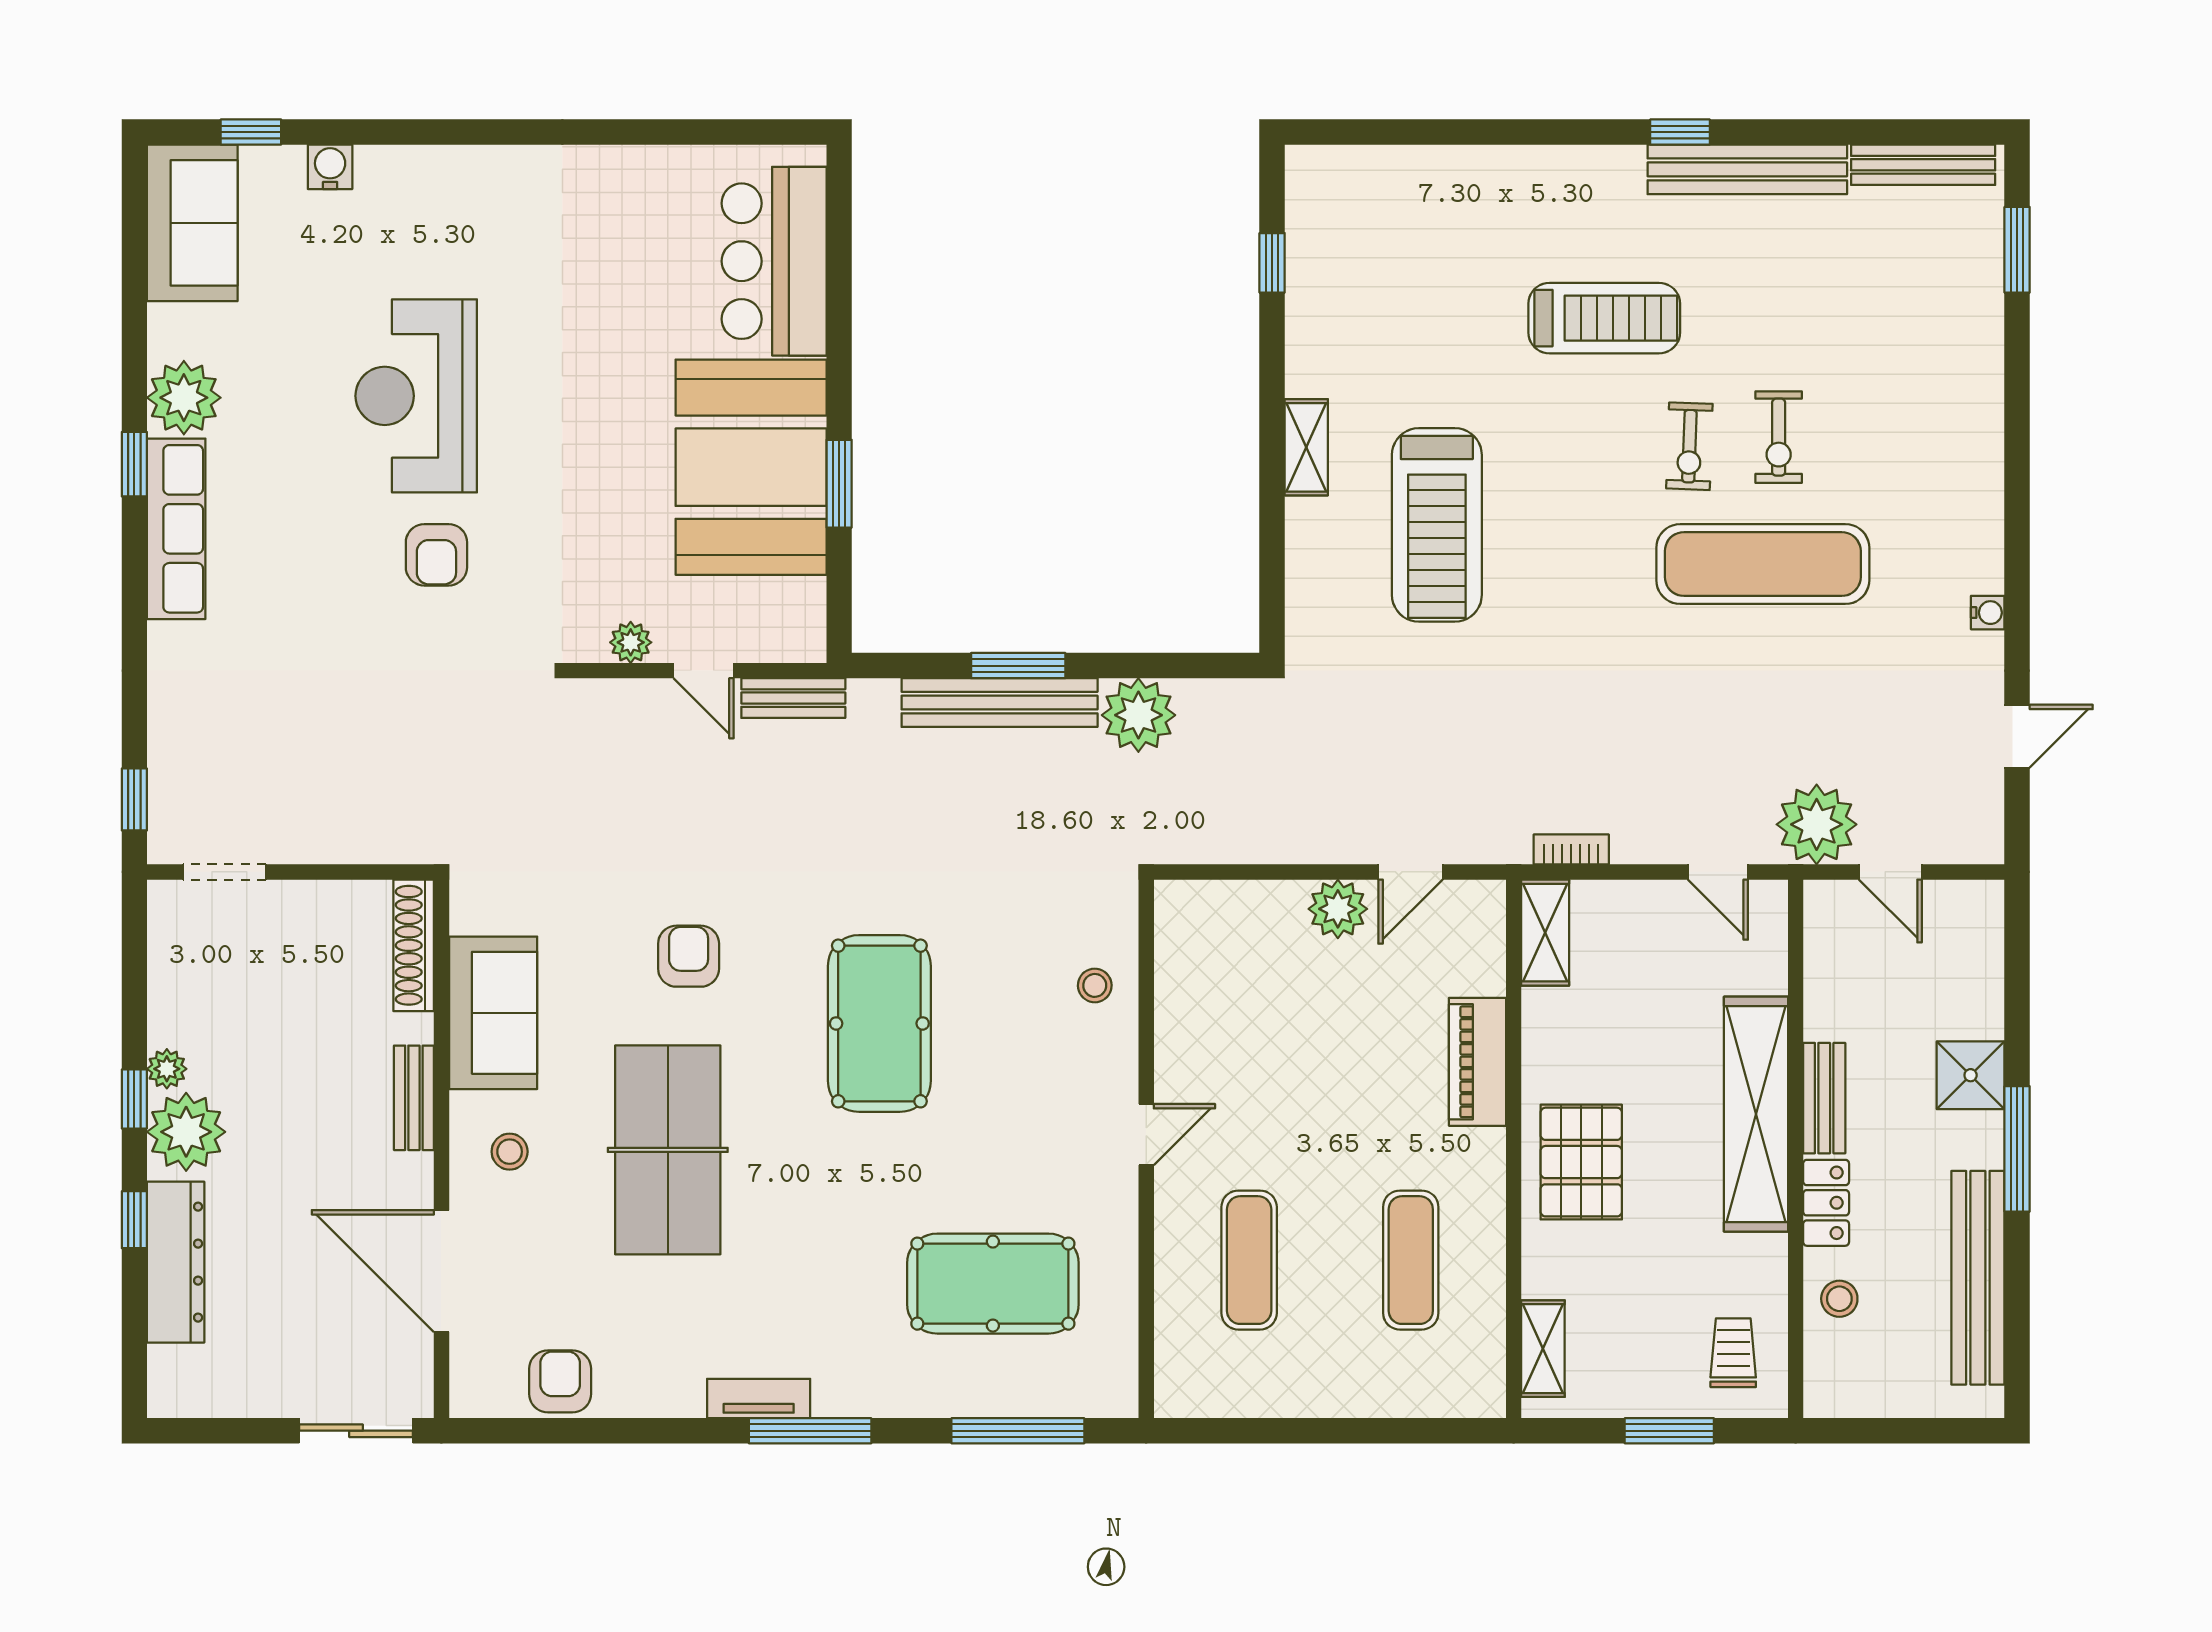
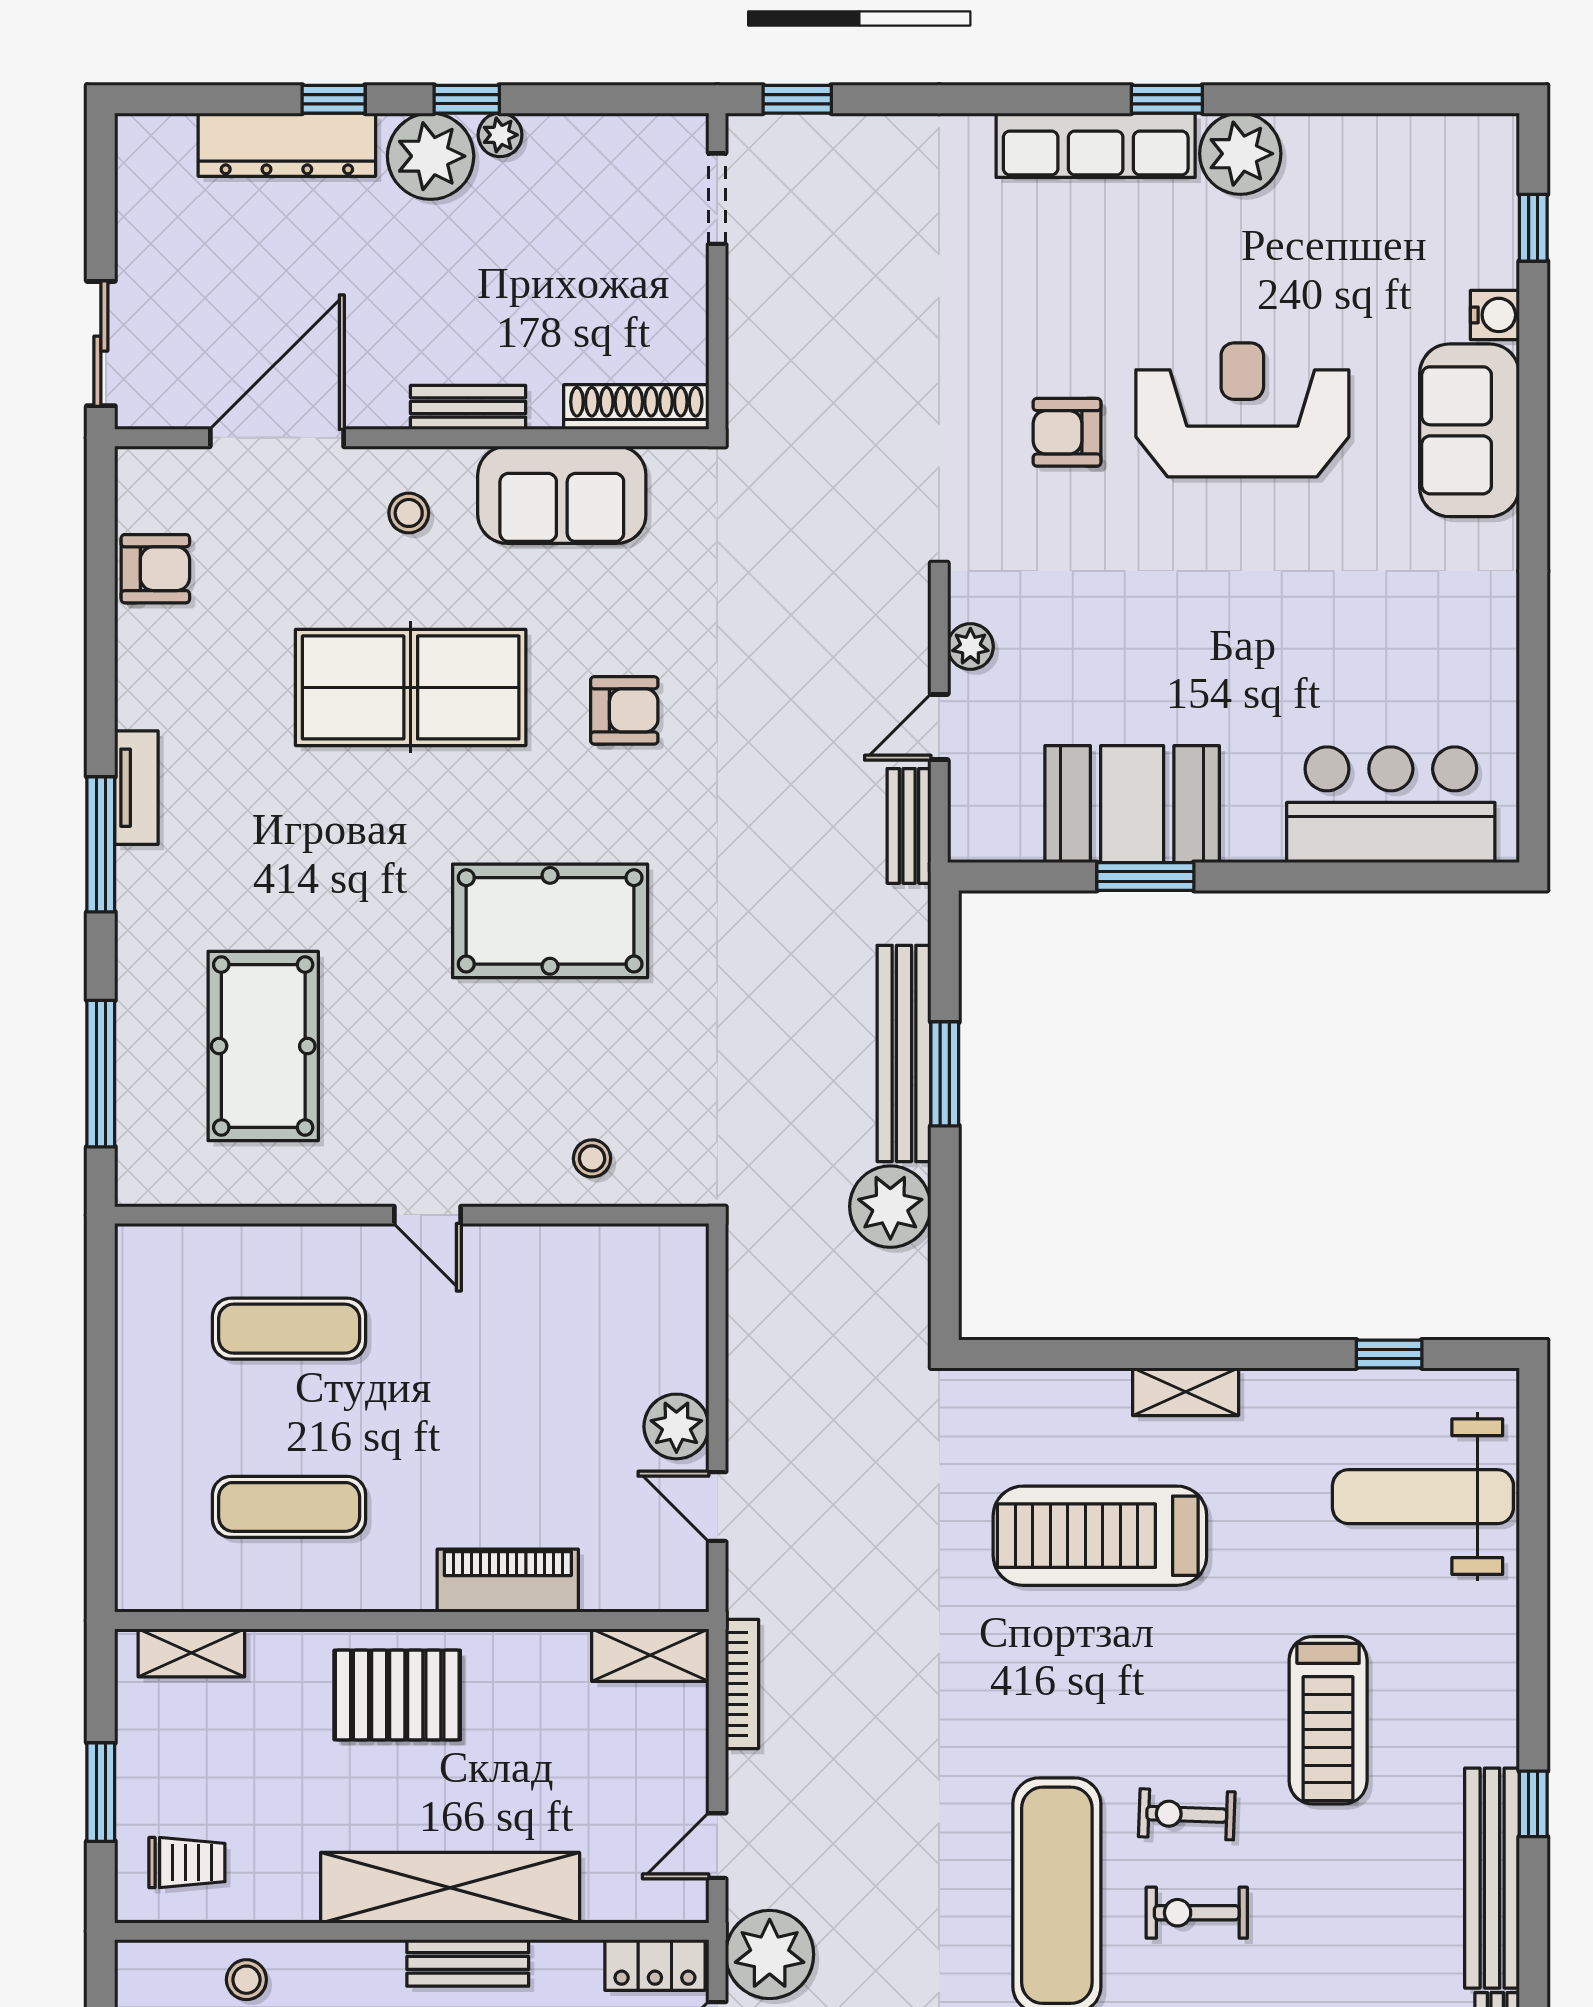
sofa: (192, 223) -> (1470, 430), moved, turned 90
weight bench: (1401, 232) -> (1423, 1497), added
booth: (751, 467) -> (1132, 804), width x0.73, depth x0.70
bookcase: (1571, 849) -> (742, 1684), width x1.56
locker: (1826, 1203) -> (655, 1965), moved

